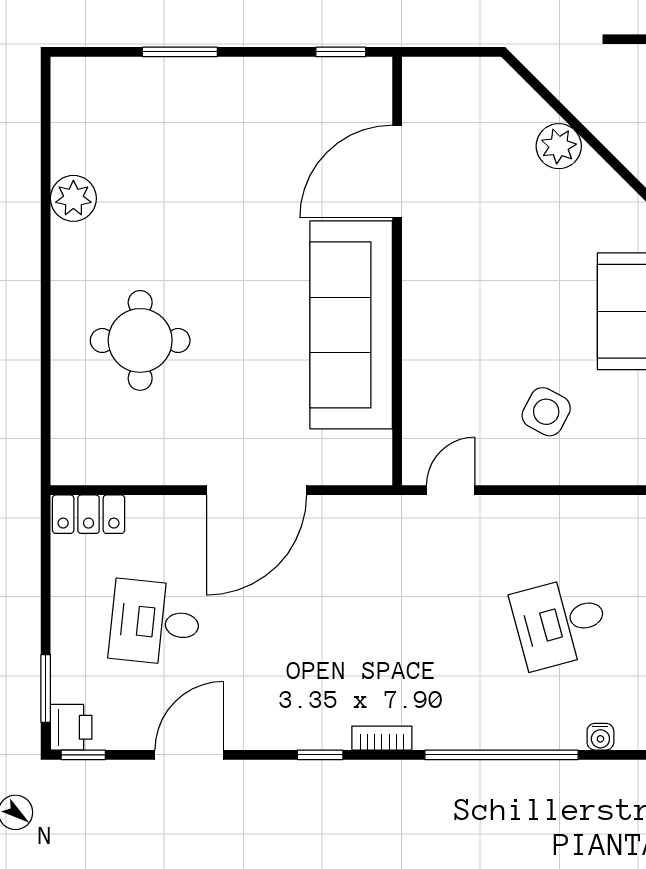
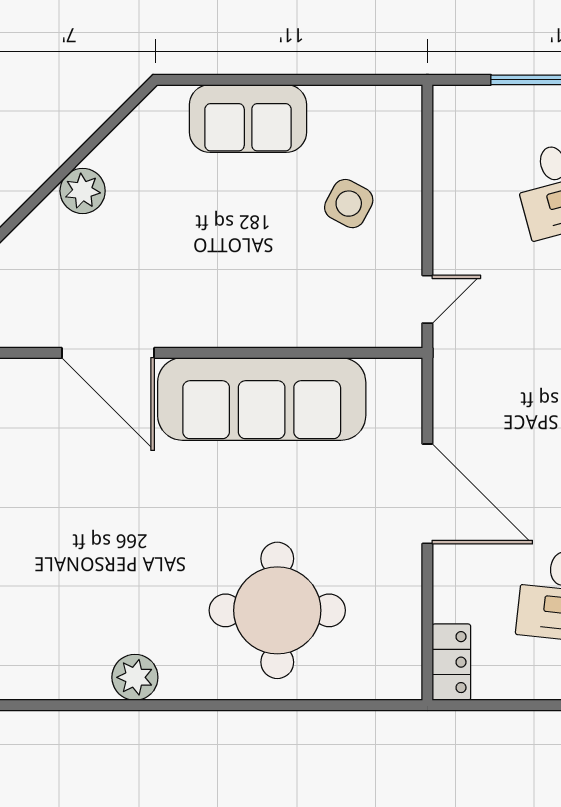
round table: (140, 340) -> (277, 610), width x1.36, depth x1.36
door: (451, 490) -> (427, 299), swing flipped

